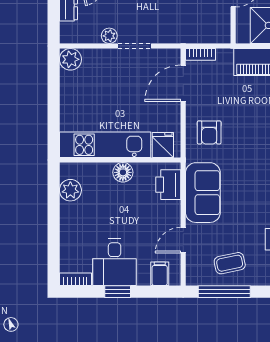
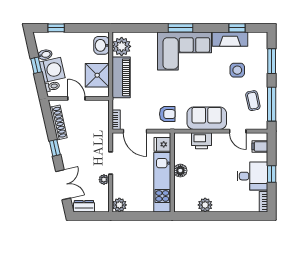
kitchen unit: (105, 145) -> (162, 182), moved
fridge: (163, 145) -> (162, 144), moved
wall: (120, 160) -> (172, 172), moved
floor lamp: (123, 172) -> (180, 171), moved

